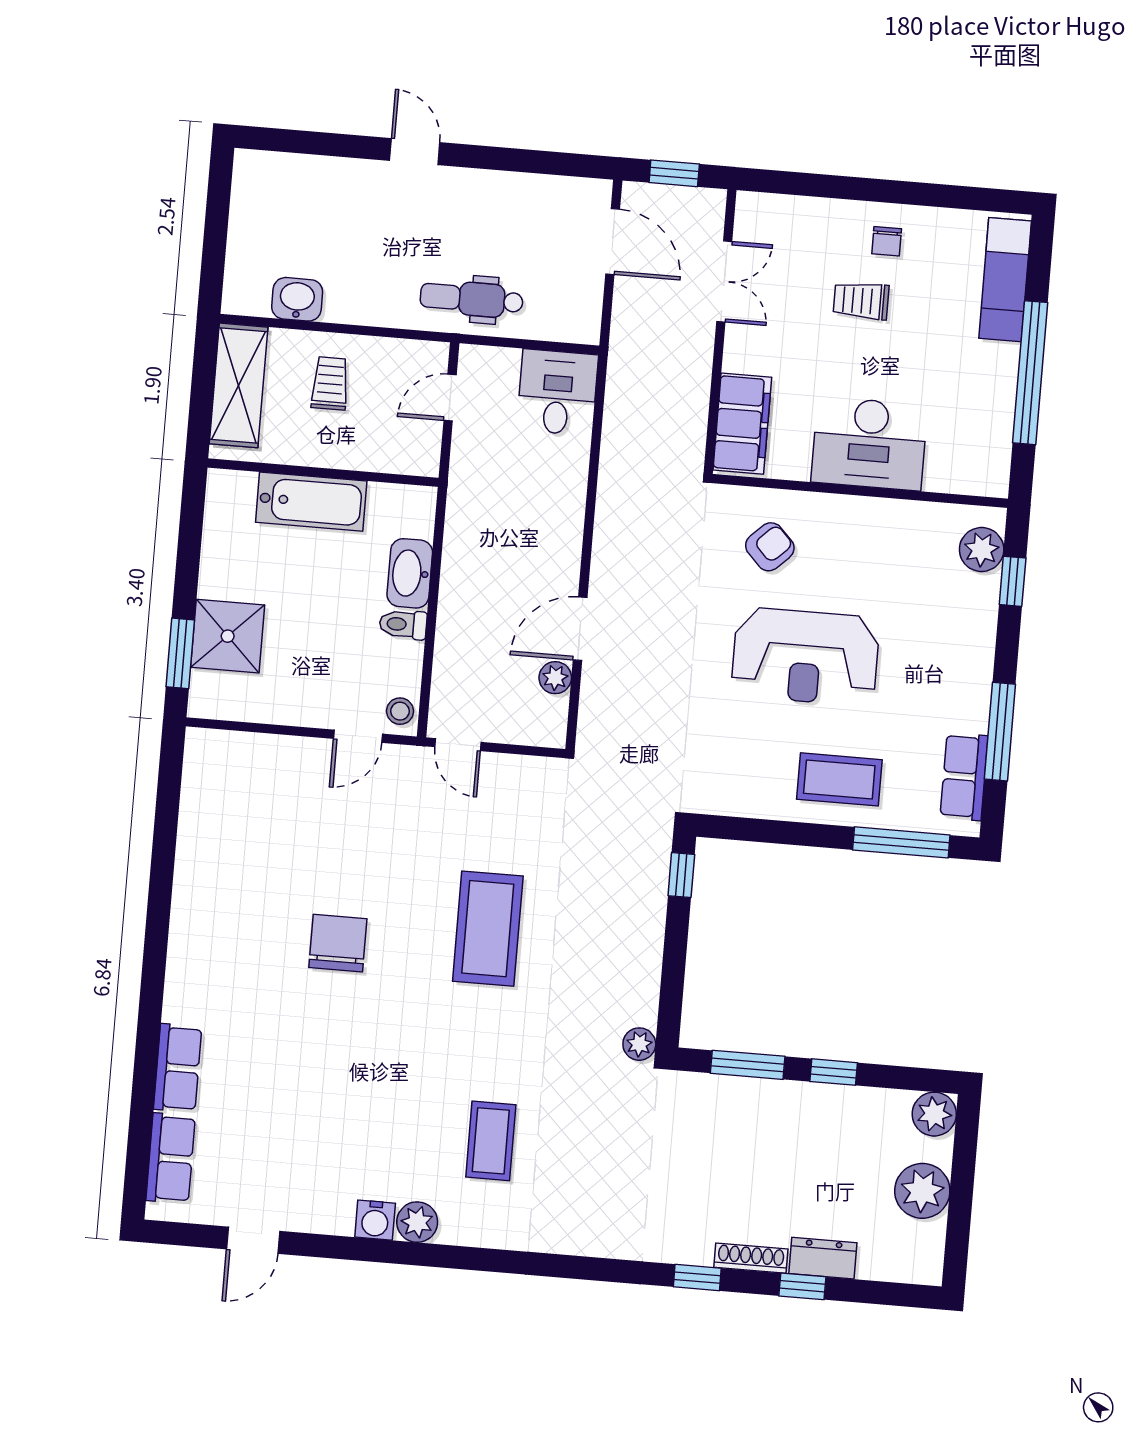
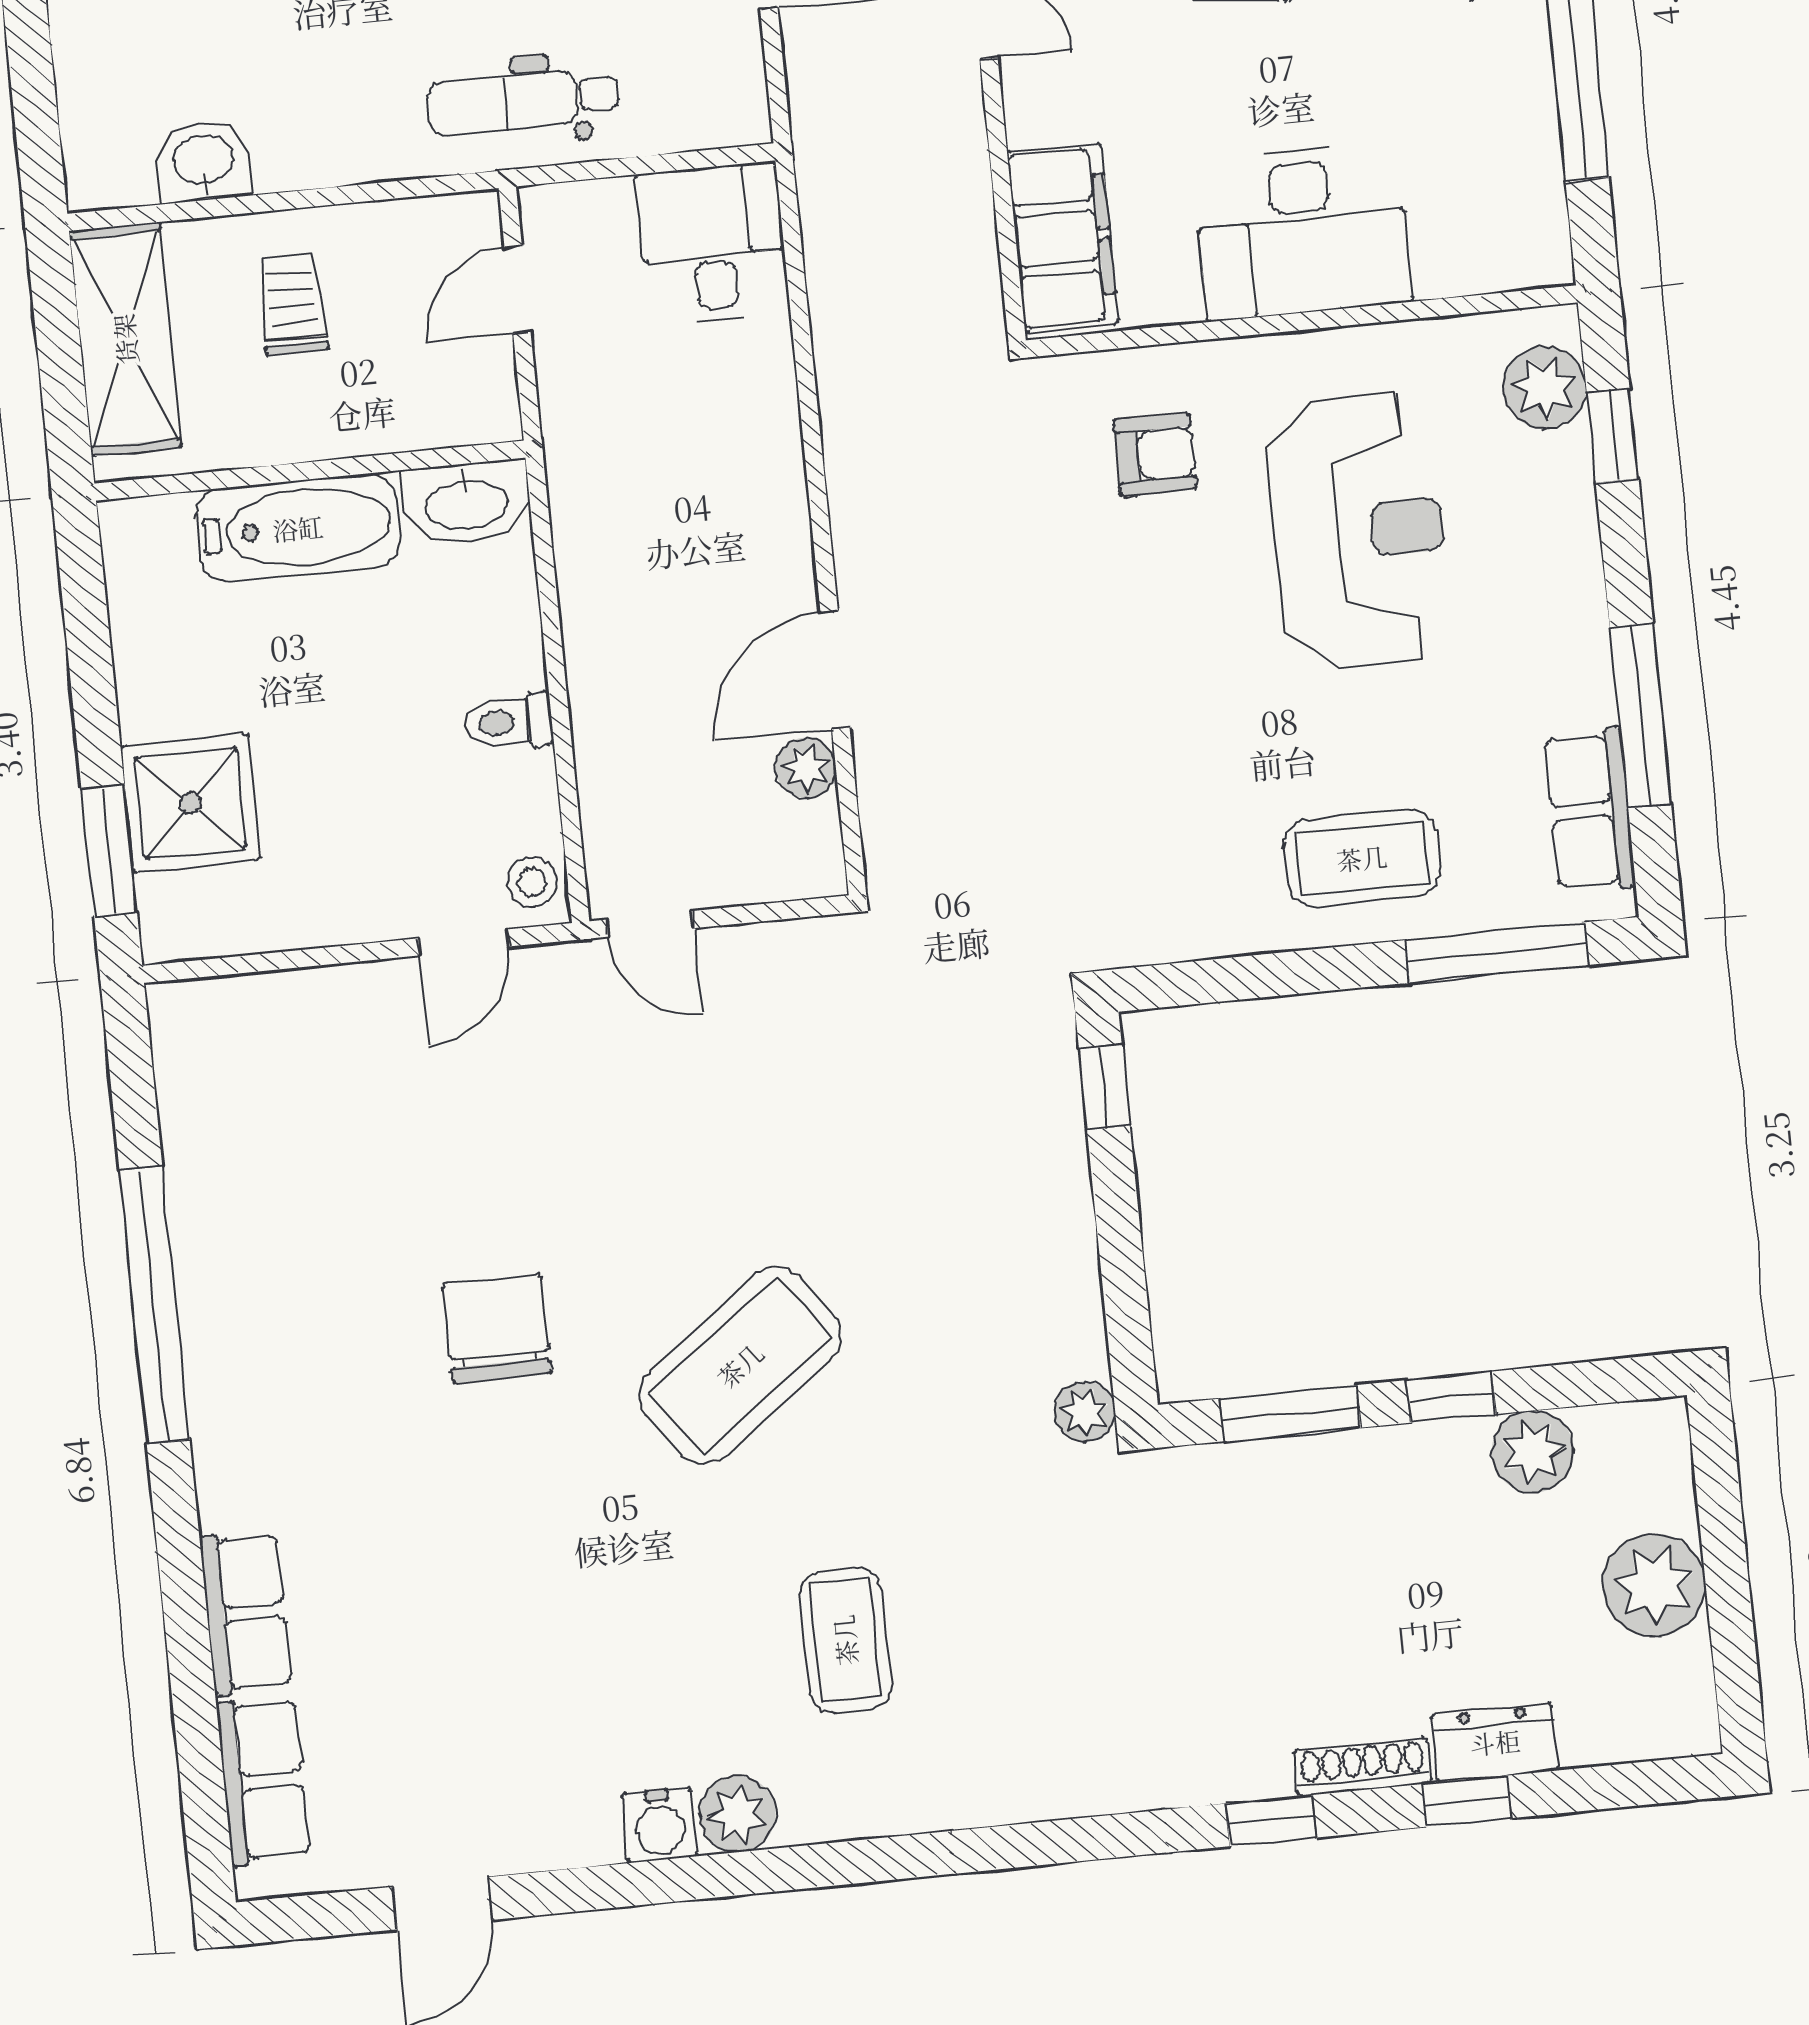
armchair: (770, 547) -> (1155, 455), turned 44
washbasin: (410, 573) -> (466, 503), moved, turned -90
reception desk: (805, 657) -> (1359, 531), moved, turned -90
window: (160, 897) -> (155, 1305), added
coffee table: (488, 929) -> (740, 1365), moved, turned 53
plant: (934, 1114) -> (1533, 1452), moved

